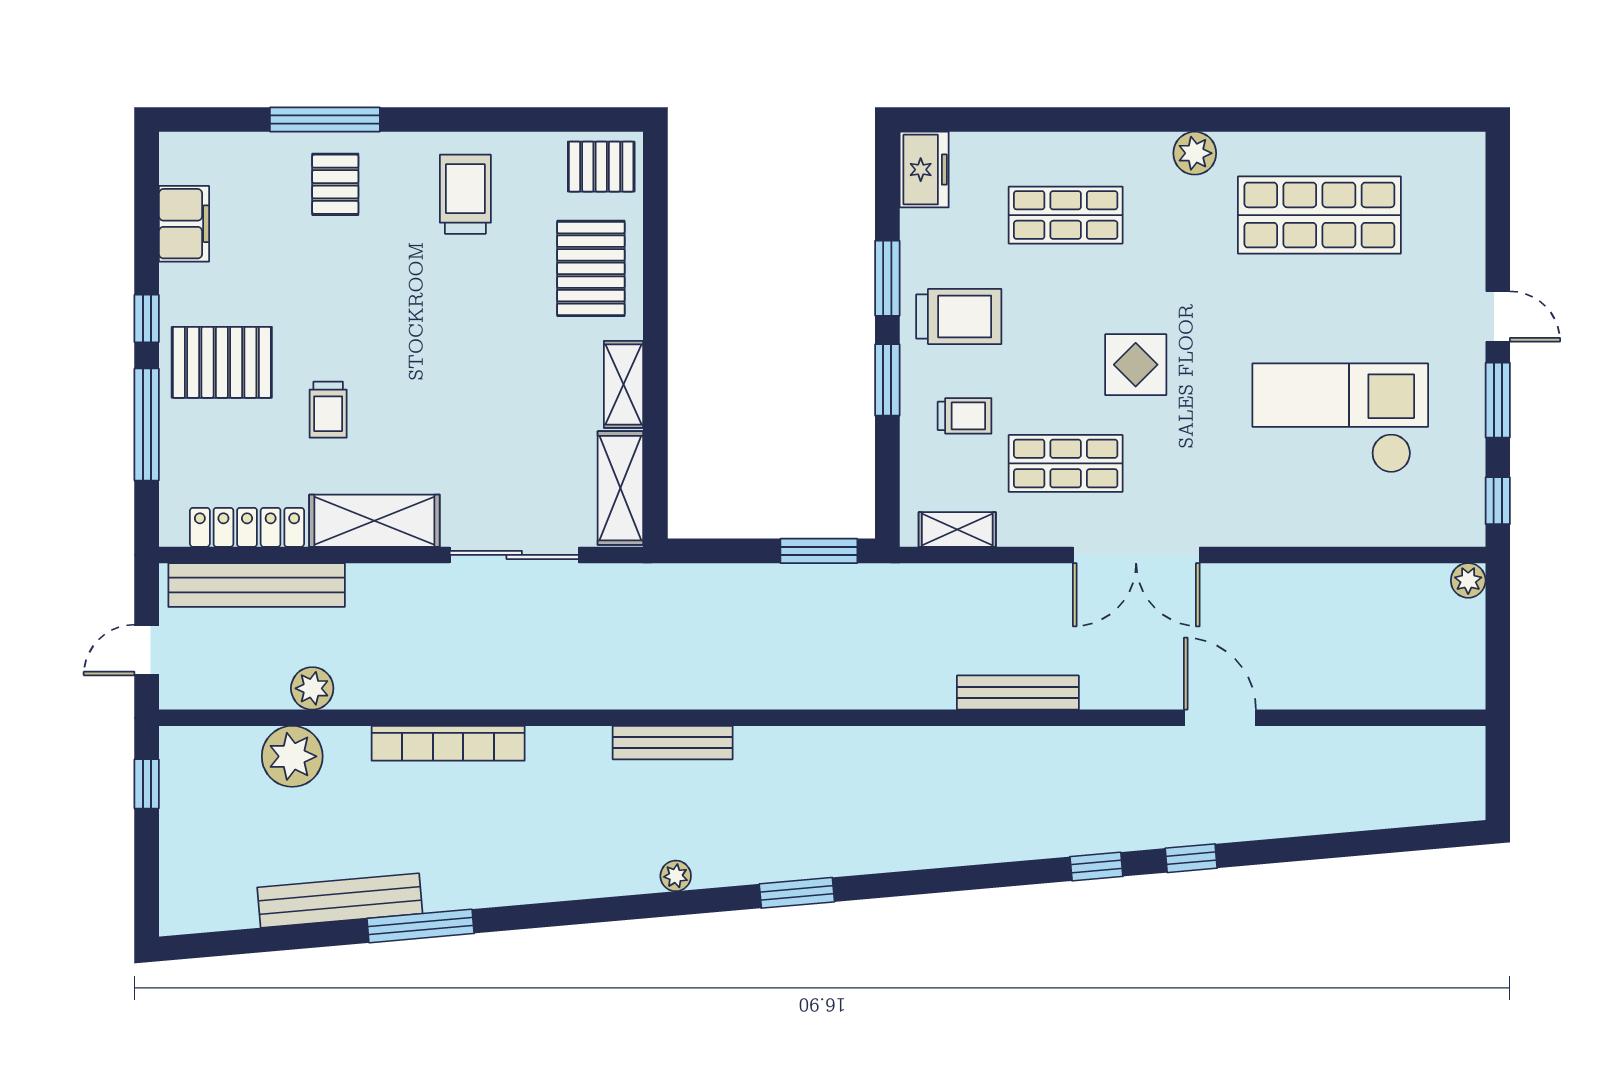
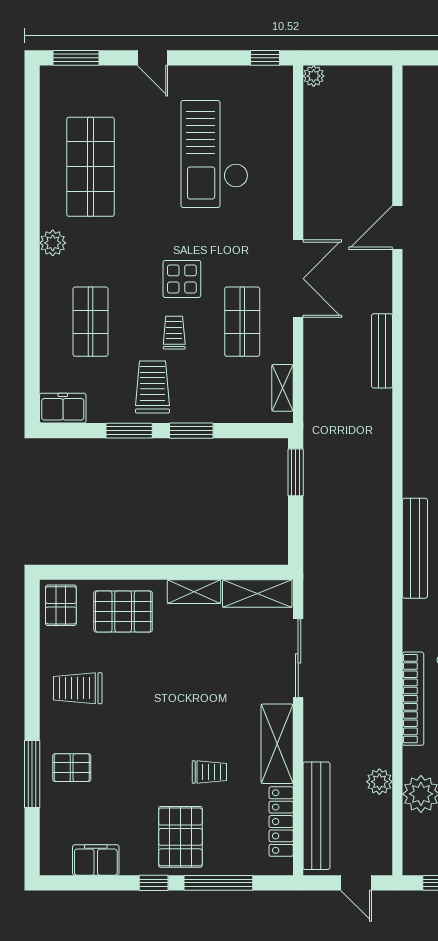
door: (1498, 316) -> (152, 58), swing flipped
window: (1498, 400) -> (76, 58), moved
trolley: (965, 416) -> (174, 333), moved
bench: (673, 743) -> (415, 548), width x1.37, depth x1.21

